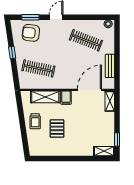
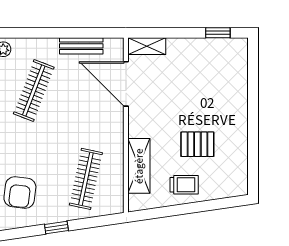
filing cabinet: (66, 98) -> (140, 127), removed
shelving: (104, 151) -> (239, 57), removed

